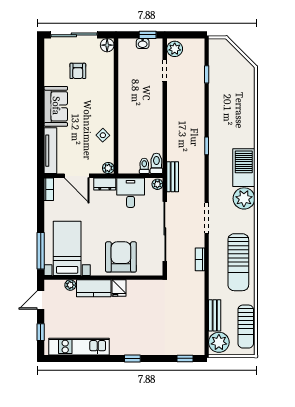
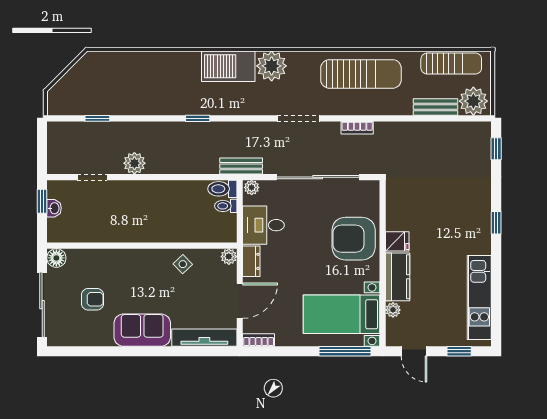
plant: (175, 49) -> (134, 163), moved

